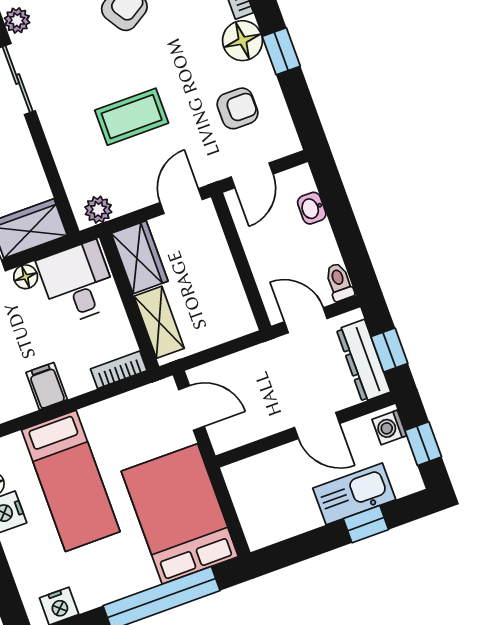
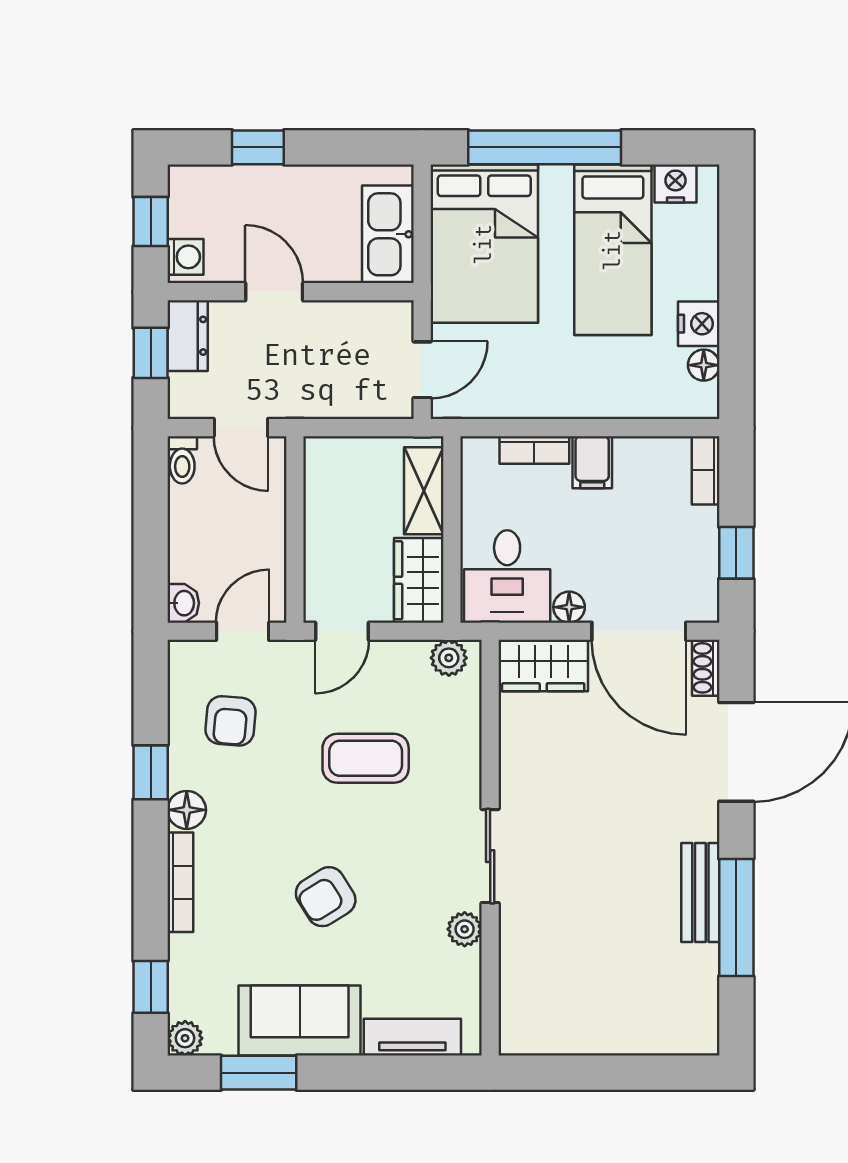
floor lamp: (242, 41) -> (187, 810), width x0.73, depth x0.73
armchair: (238, 108) -> (230, 721), turned -85
washbasin: (312, 208) -> (183, 603), moved
dresser: (363, 361) -> (188, 336), width x0.70
bookcase: (119, 370) -> (534, 450), moved
door: (191, 408) -> (422, 370), swing flipped
bed: (71, 481) -> (613, 250), moved, turned 180
kitchen sink: (354, 494) -> (388, 234), moved, turned 90

